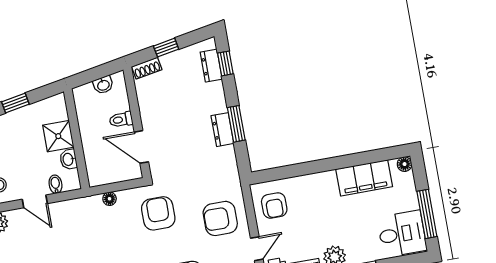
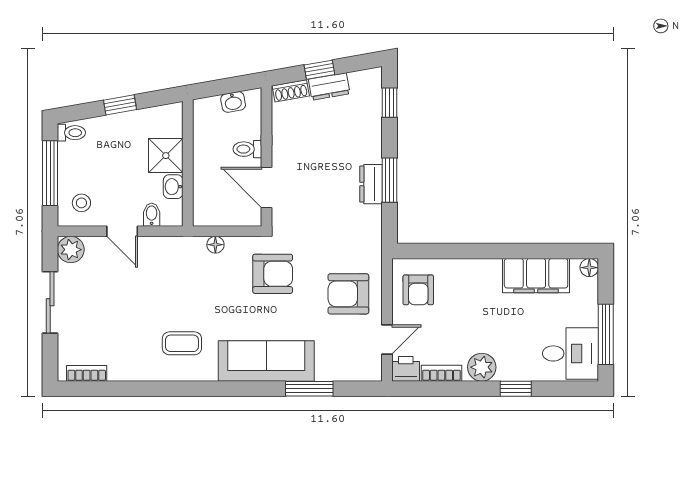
dresser: (211, 66) -> (329, 86), moved, turned -100
armchair: (158, 213) -> (273, 274), turned 90

